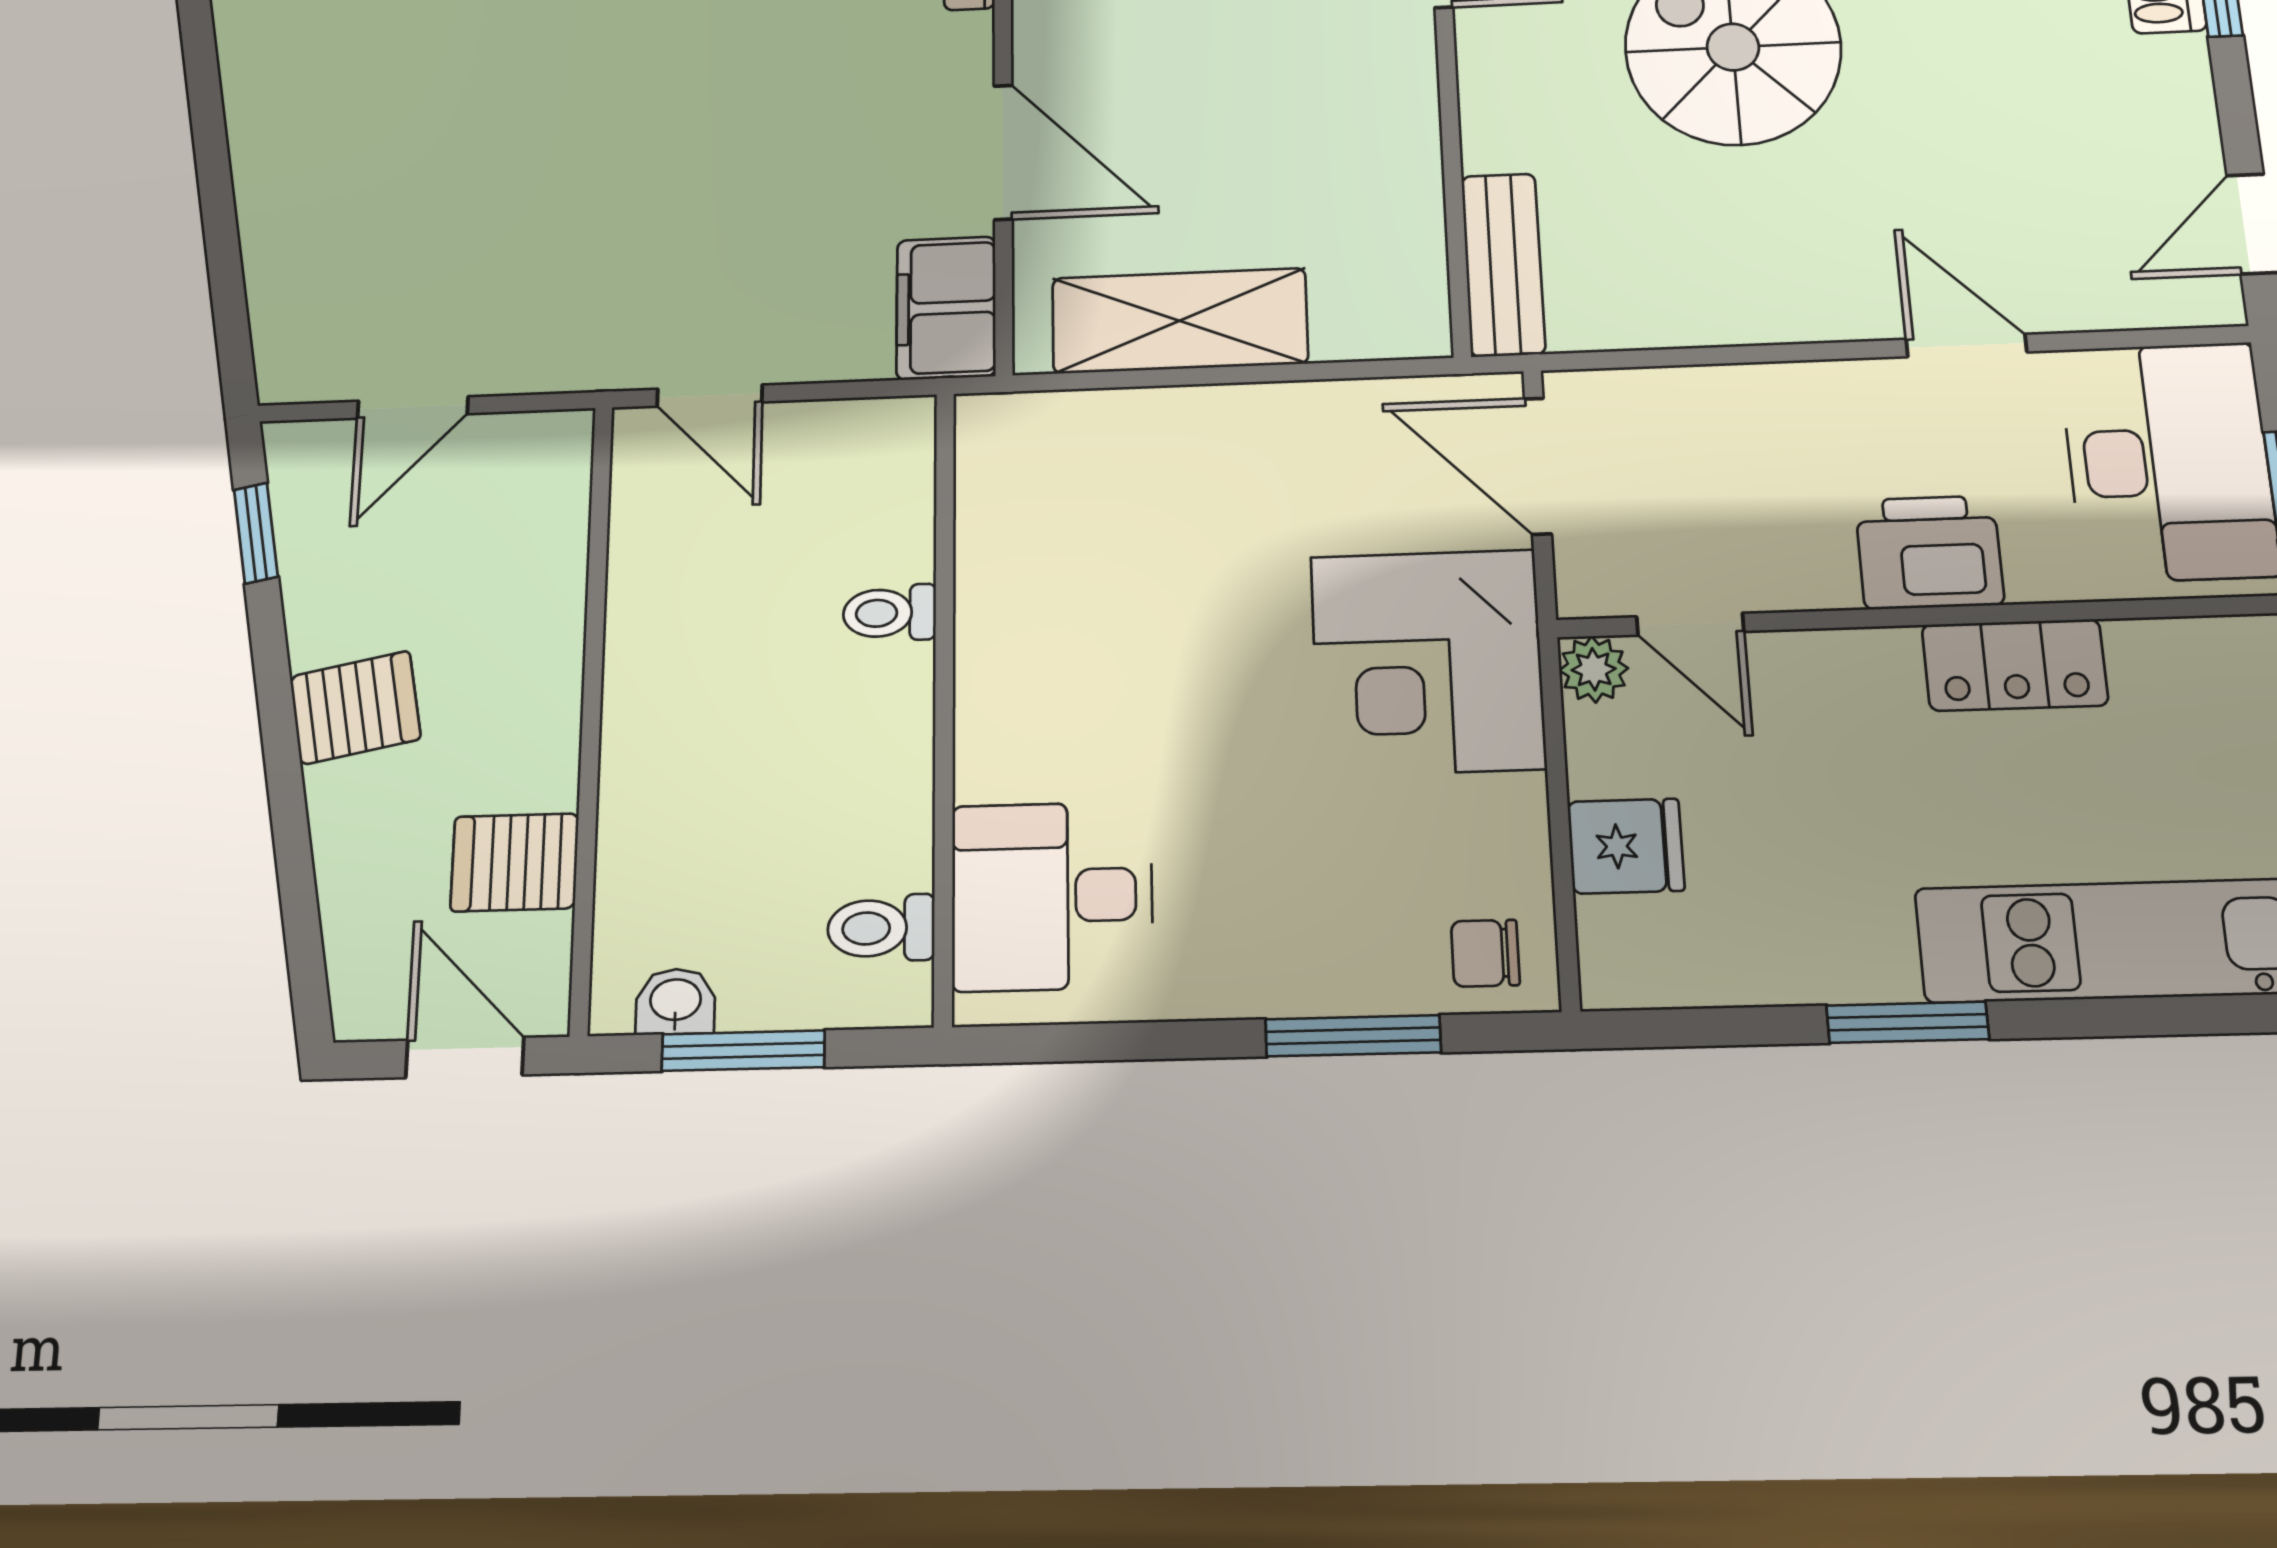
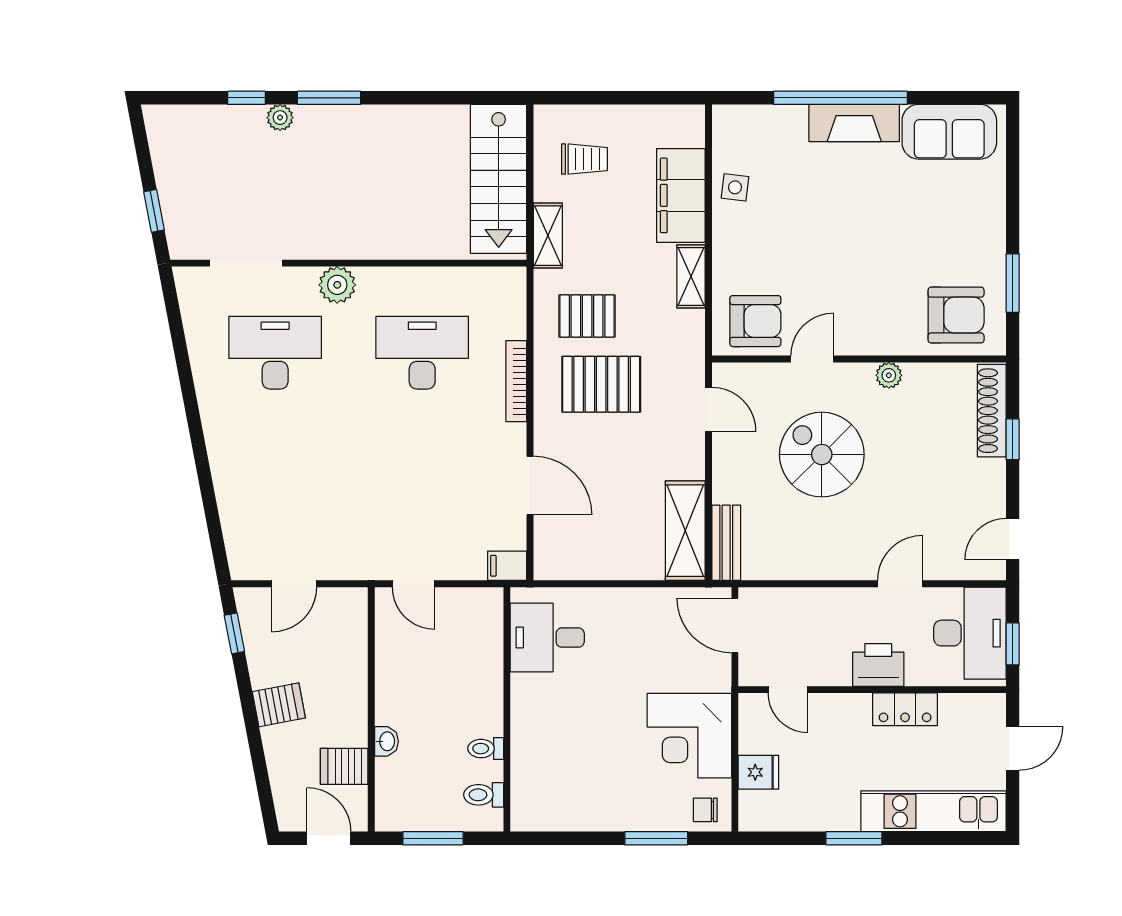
filing cabinet: (946, 308) -> (507, 566), width x0.50
shelving: (1179, 321) -> (685, 531), moved, turned 90
door: (1966, 345) -> (900, 584), hinge flipped
toilet: (890, 613) -> (486, 749), moved
corner desk: (1427, 662) -> (689, 736), moved
plant: (1594, 669) -> (751, 706), removed
desk: (1052, 896) -> (547, 638), moved
washbasin: (675, 1002) -> (386, 741), moved, turned 90

